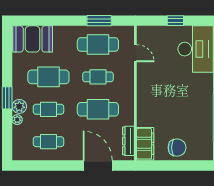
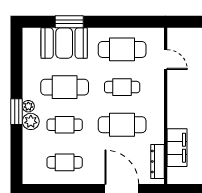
window: (99, 21) -> (69, 22), moved
booth: (33, 39) -> (64, 43), moved
plant: (17, 120) -> (28, 106), moved
filing cabinet: (145, 144) -> (177, 148), moved

